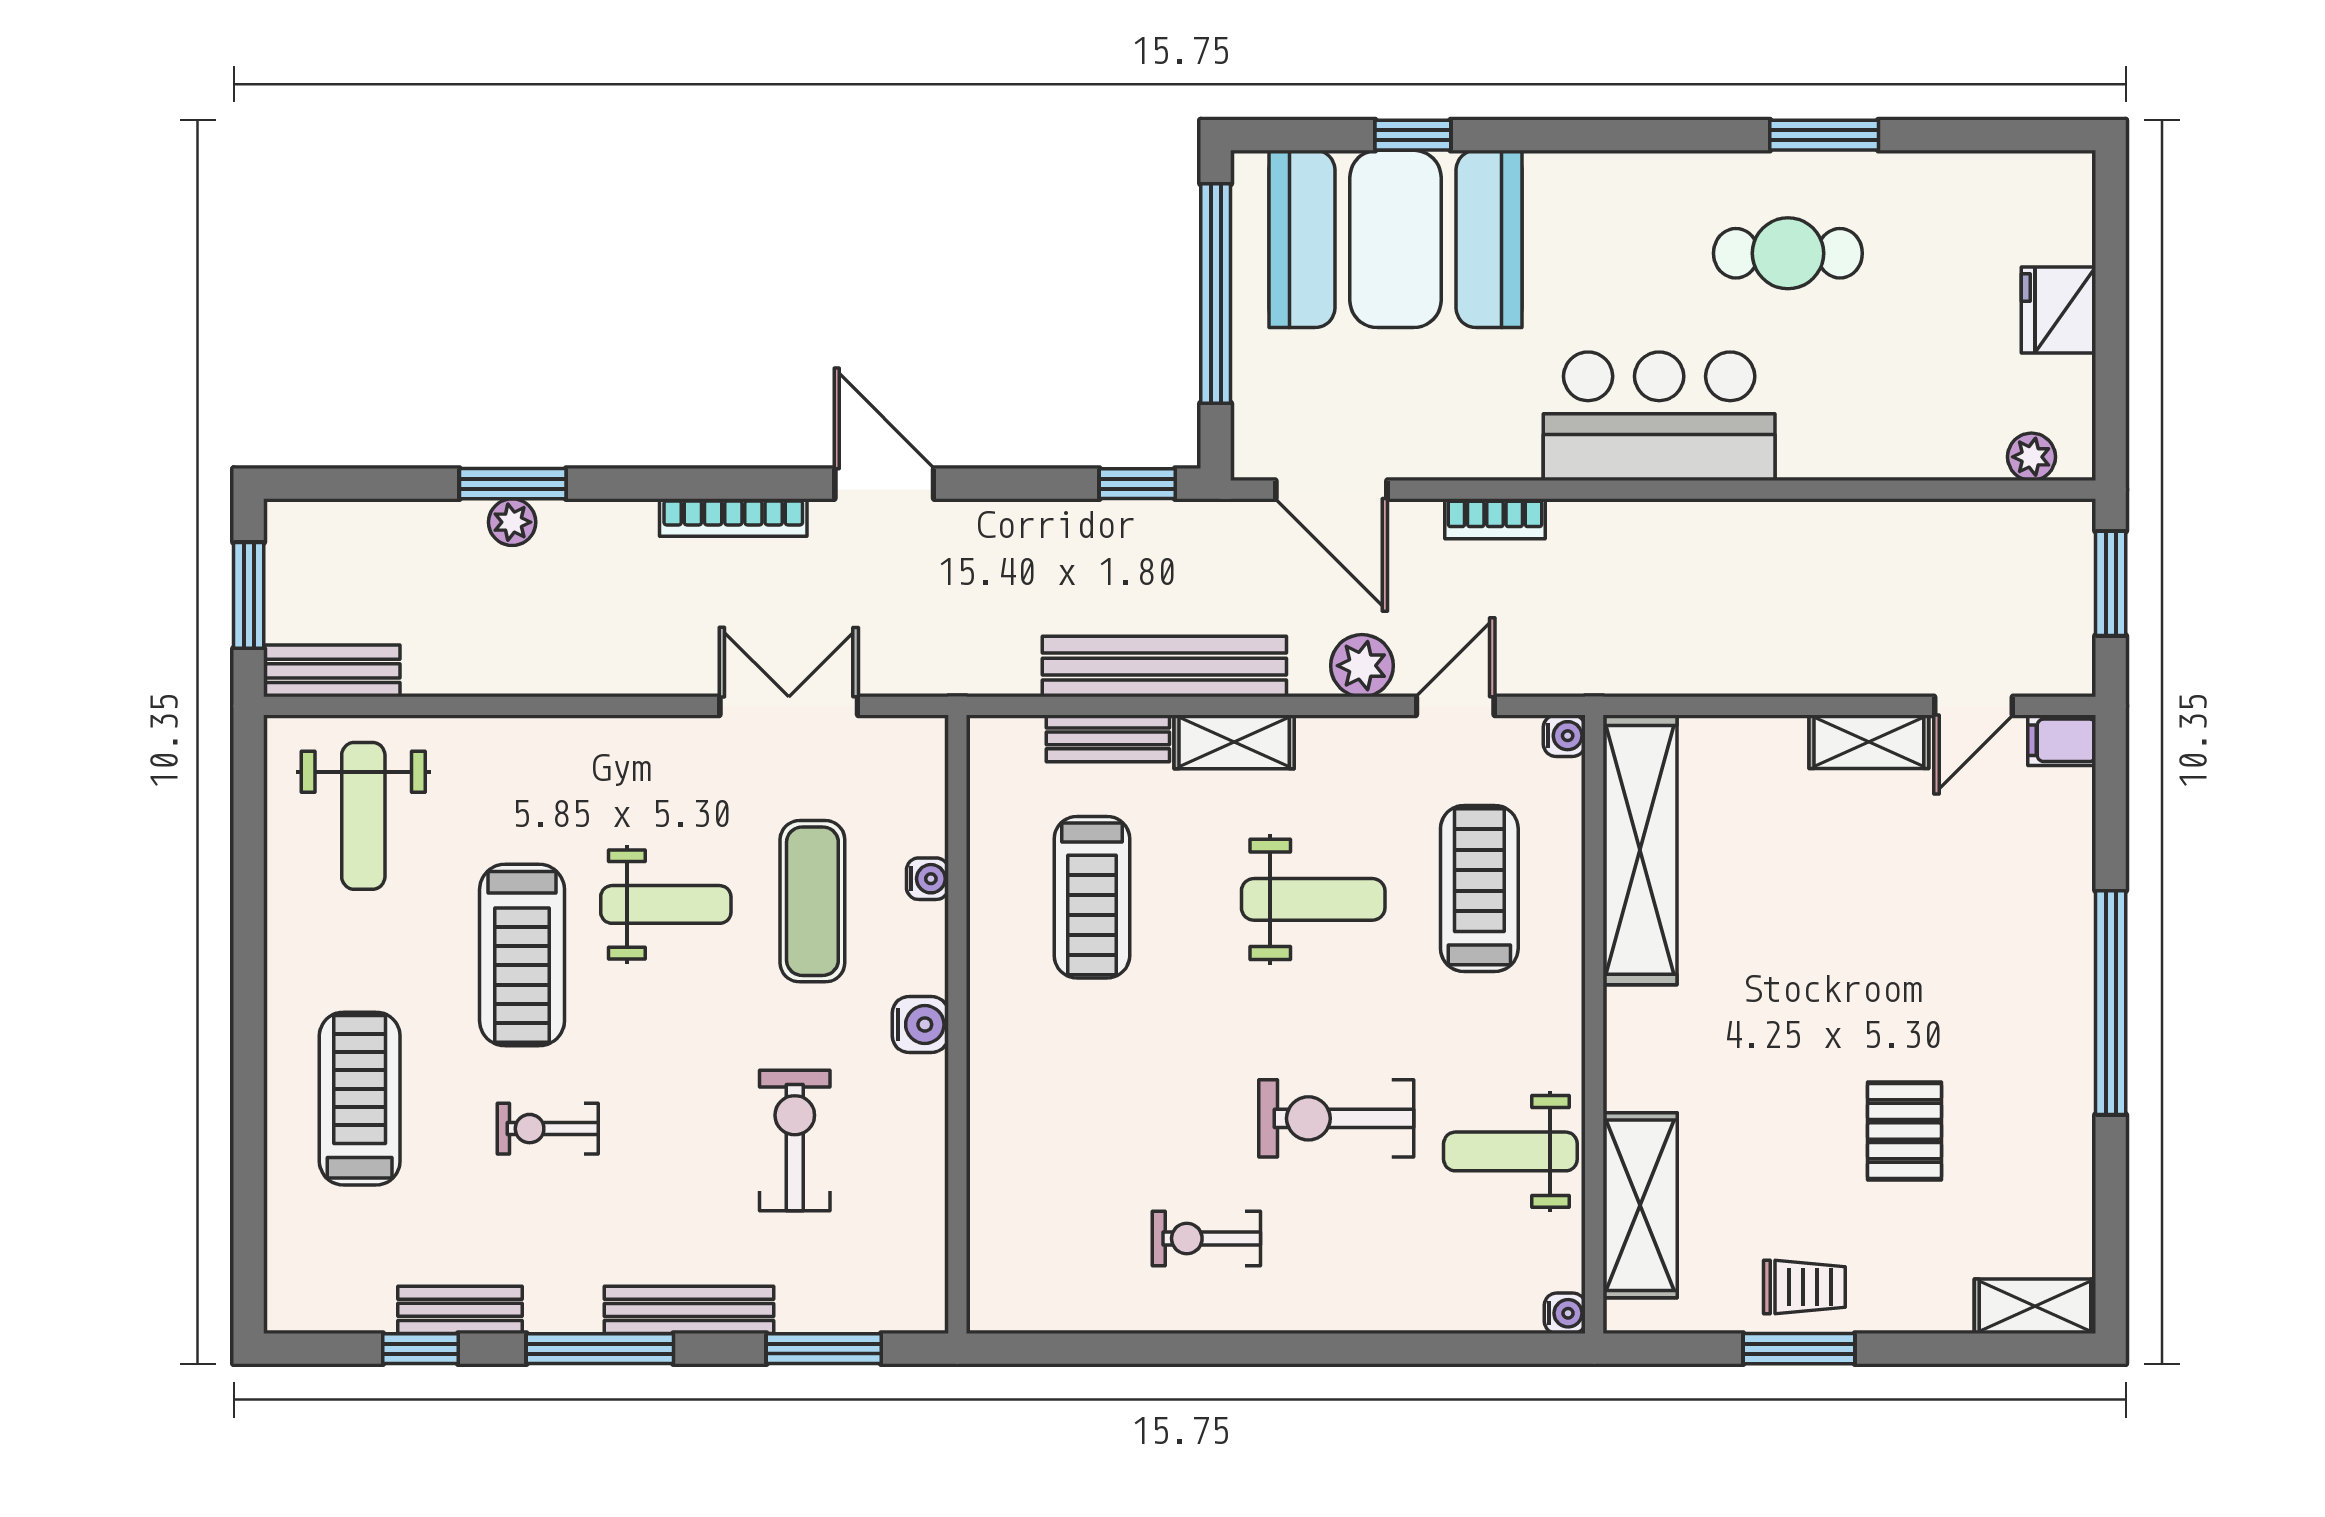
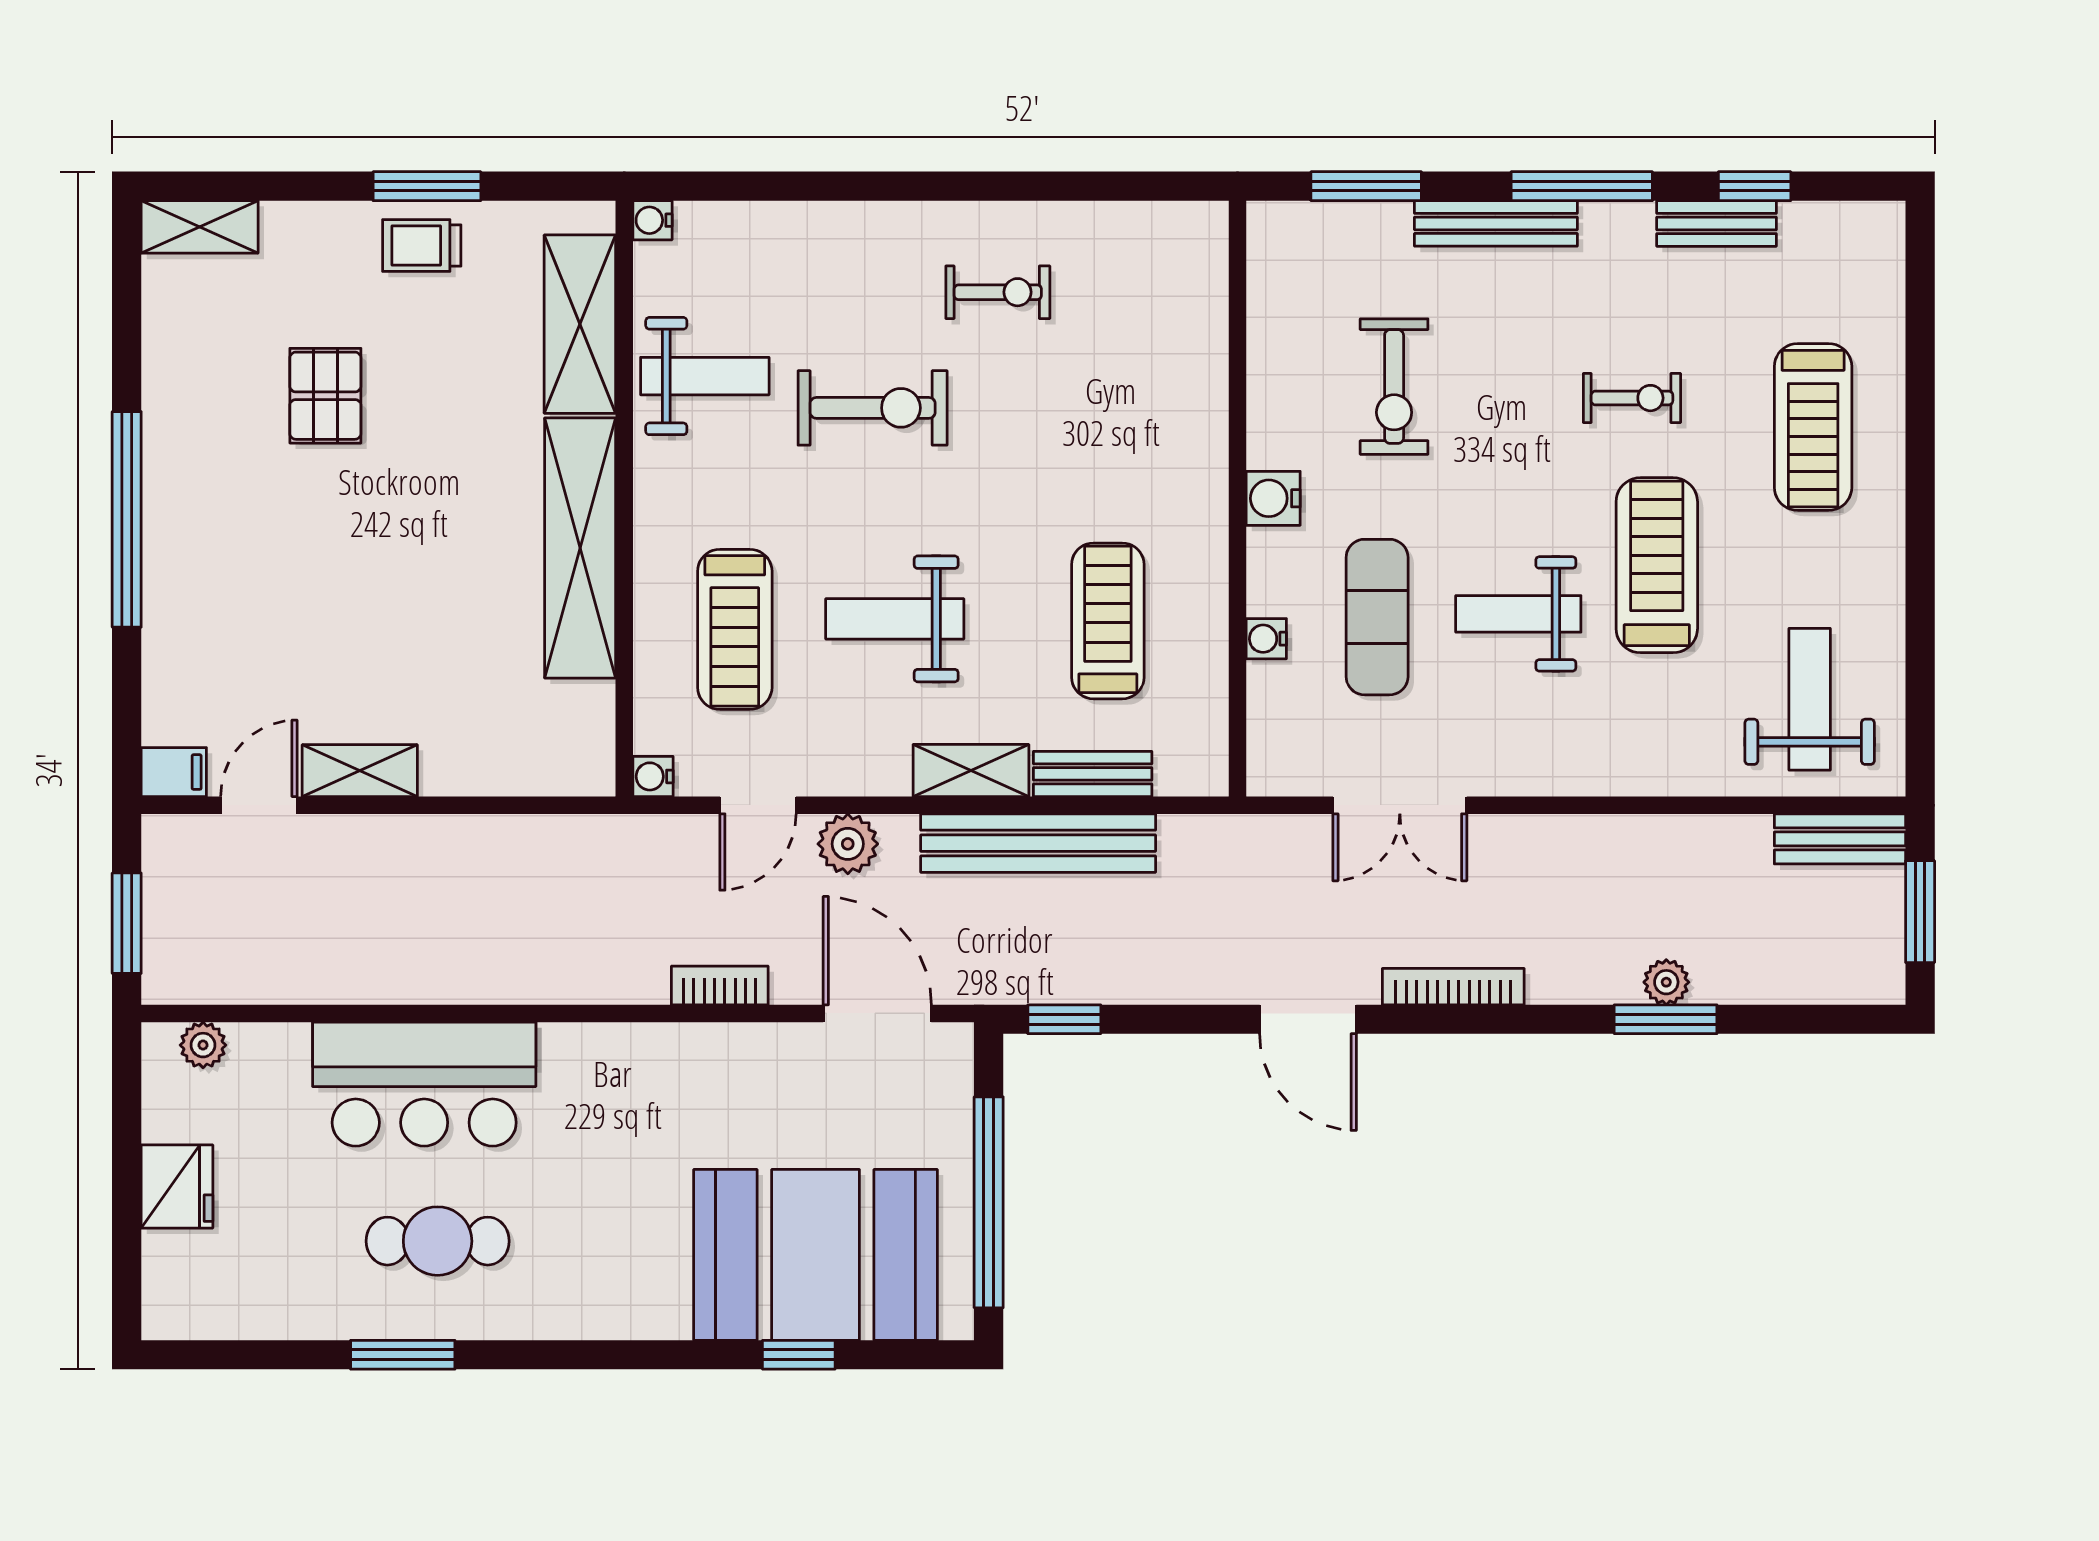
bar counter: (1659, 416) -> (424, 1084), moved
shelving: (1640, 850) -> (580, 548), moved

